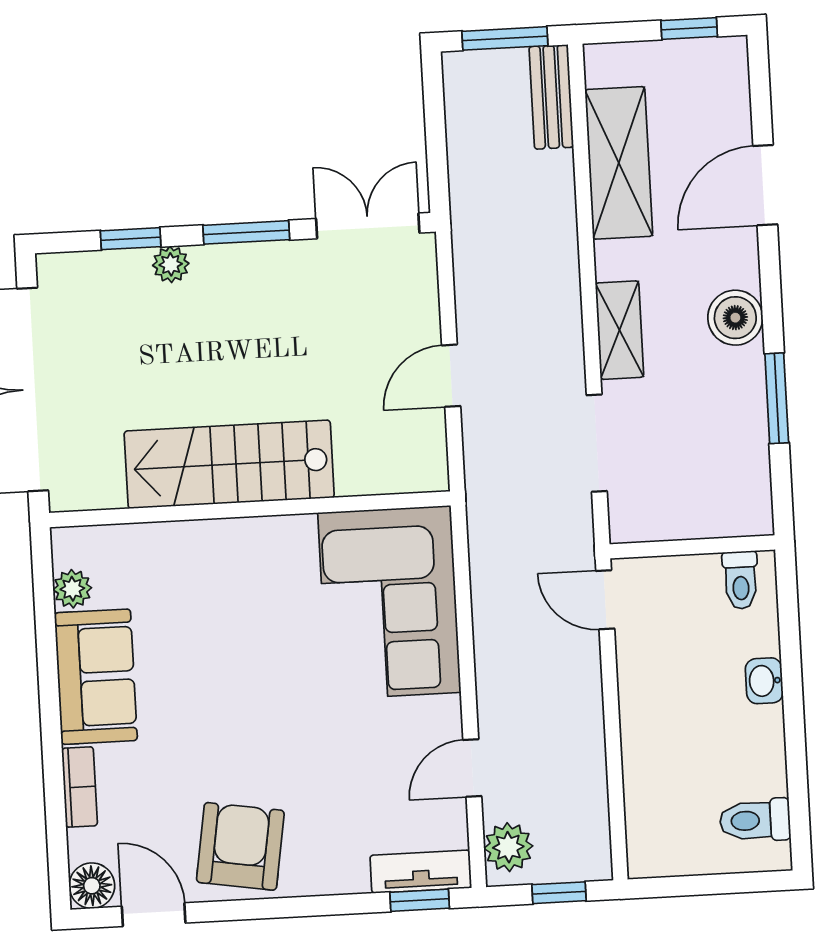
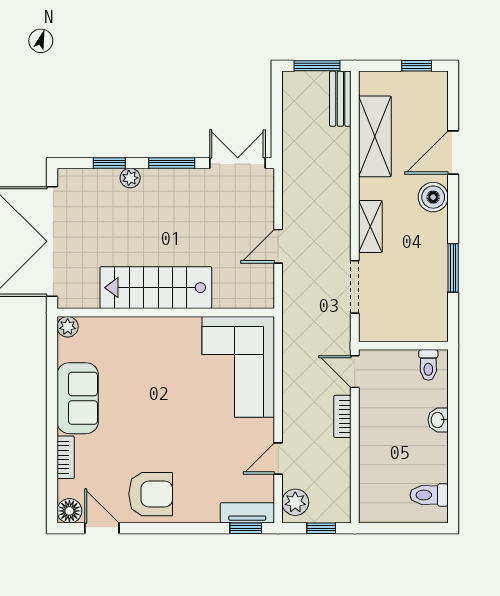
boiler: (735, 318) -> (433, 197), moved
plant: (72, 589) -> (68, 327), moved
bookcase: (587, 684) -> (342, 416), added
armchair: (240, 846) -> (151, 494), turned 81

